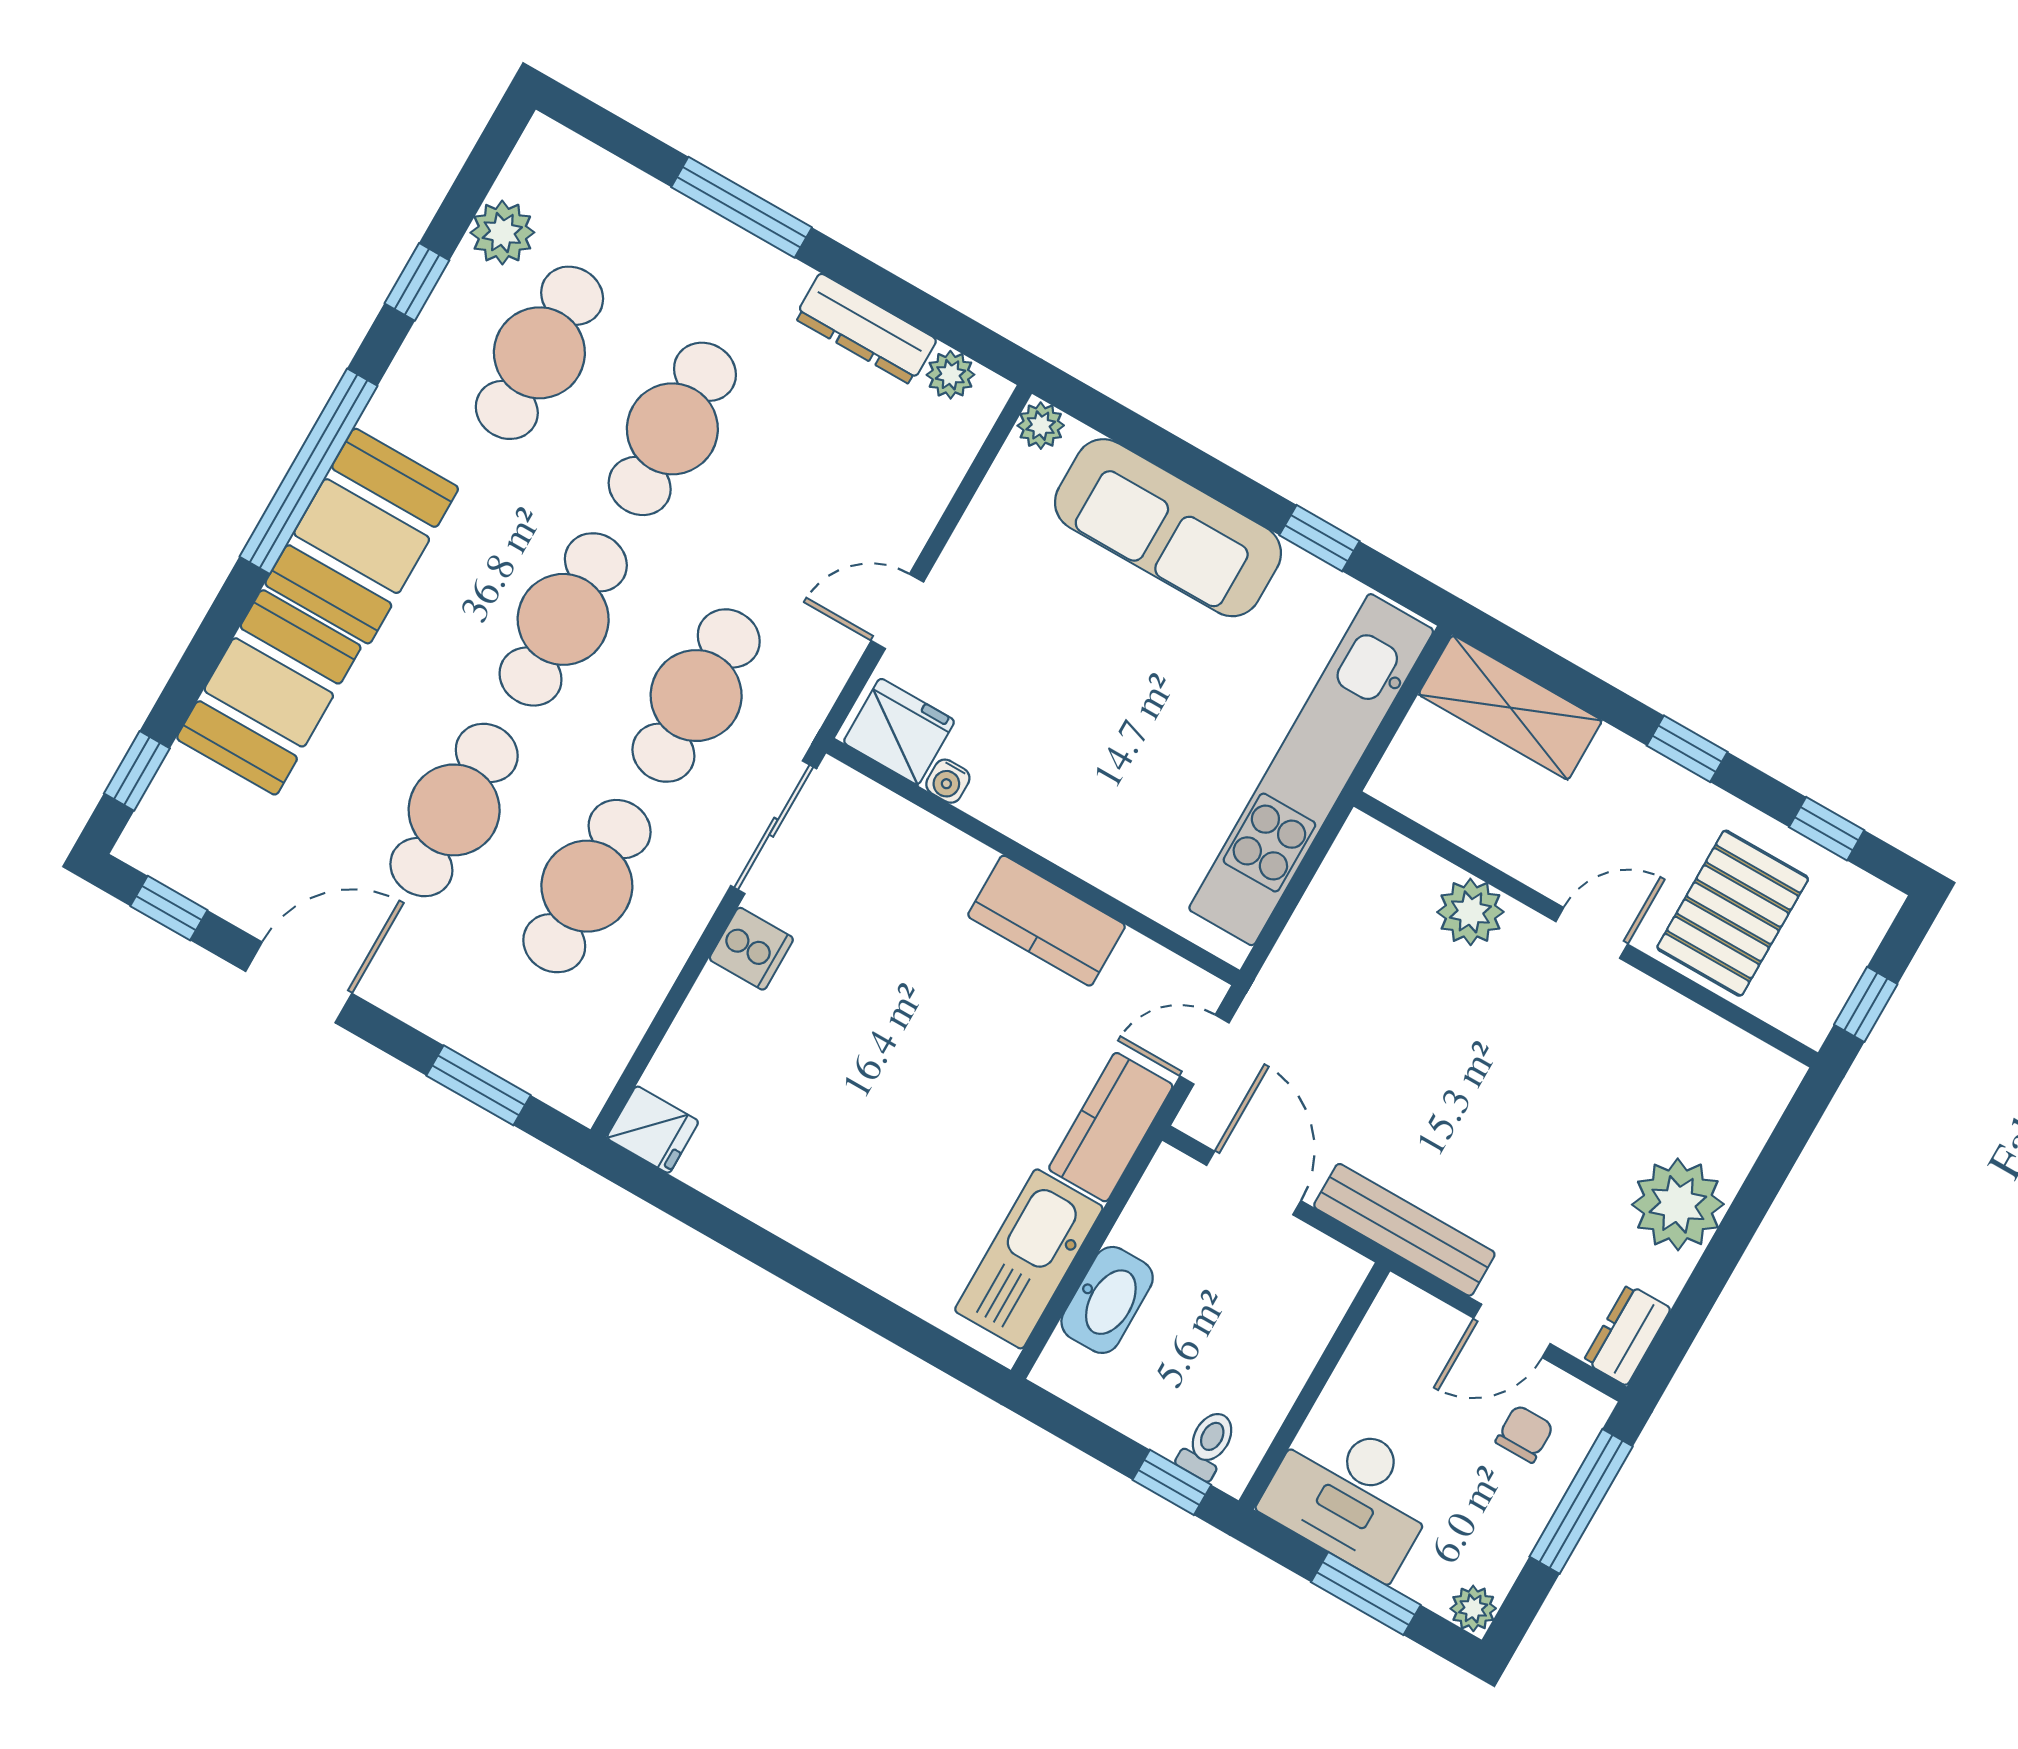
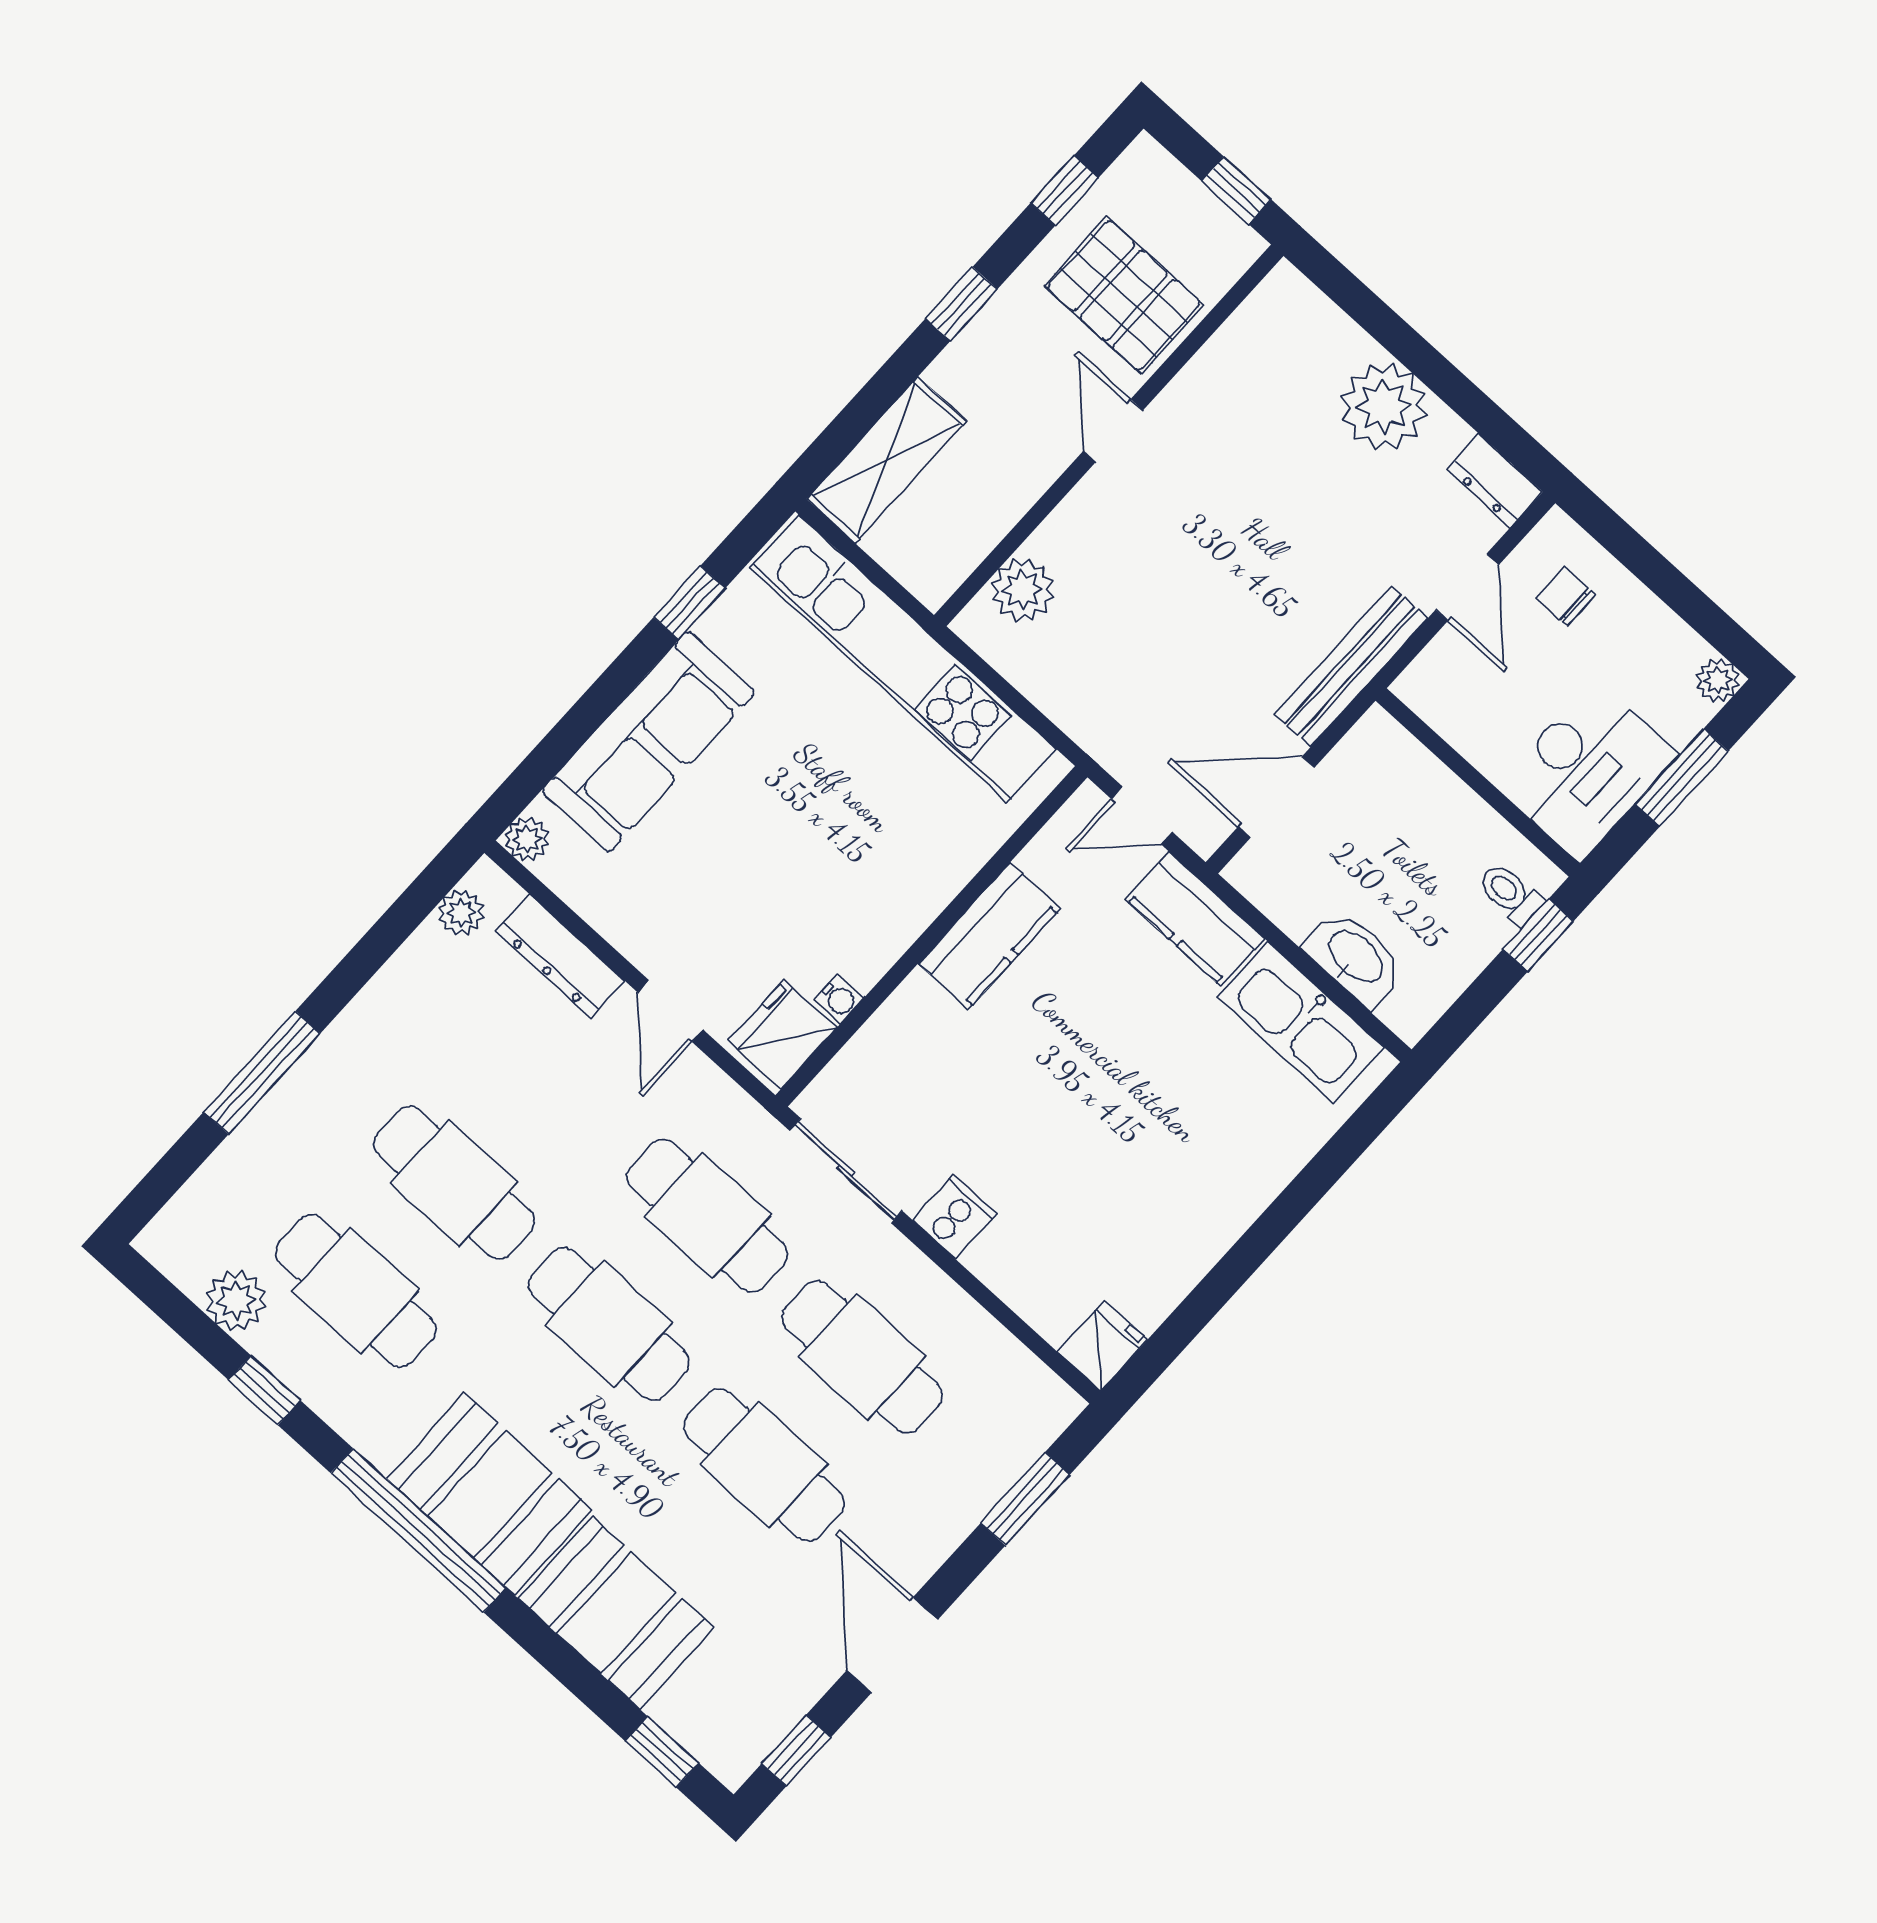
dresser: (866, 329) -> (560, 956), moved, turned 90
plant: (1470, 912) -> (1023, 590), moved
door: (1205, 1049) -> (1142, 815), hinge flipped
window: (1581, 1501) -> (1640, 558), removed

